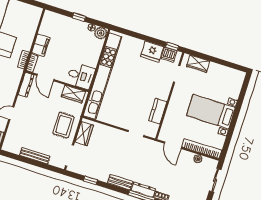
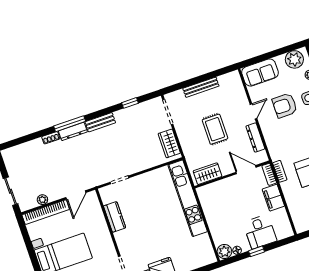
desk: (81, 76) -> (260, 232), moved, turned -90
kitchen unit: (103, 76) -> (188, 198), width x0.73
dresser: (26, 85) -> (255, 137), moved
rug: (64, 125) -> (215, 129), moved
door: (173, 145) -> (76, 195), swing flipped

